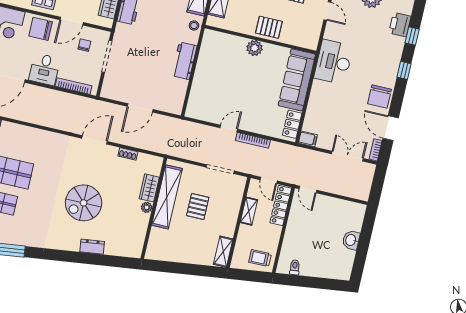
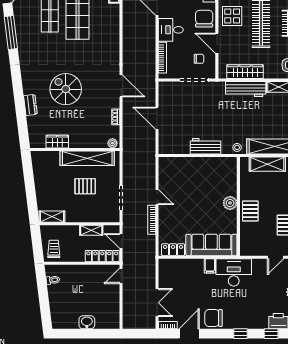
filing cabinet: (308, 139) -> (210, 266), moved
door: (269, 180) -> (121, 241), hinge flipped
wardrobe: (149, 188) -> (57, 142), moved
plant: (147, 207) -> (112, 143), moved

